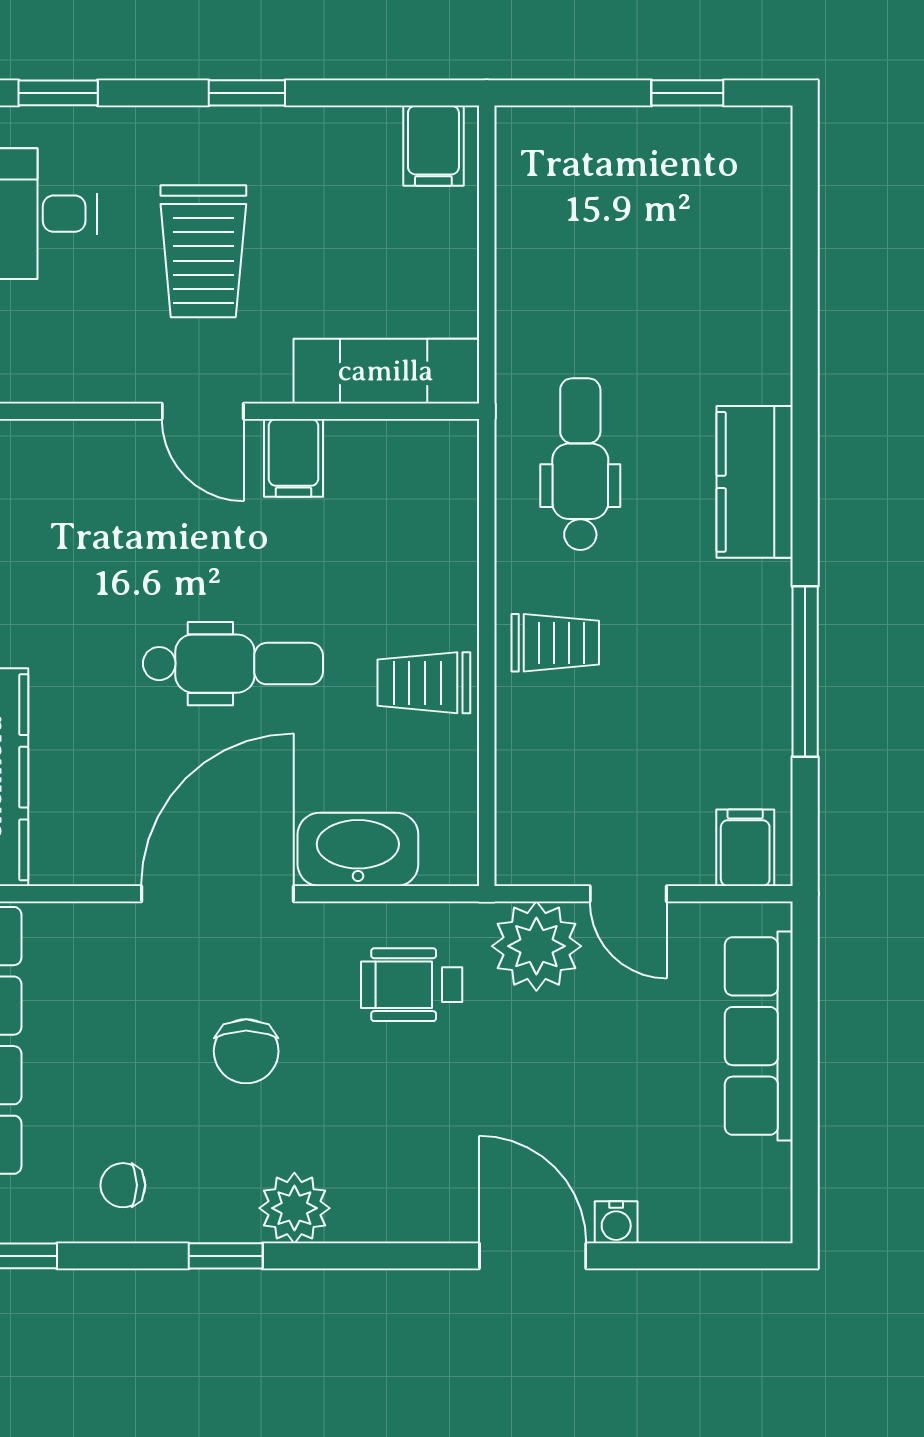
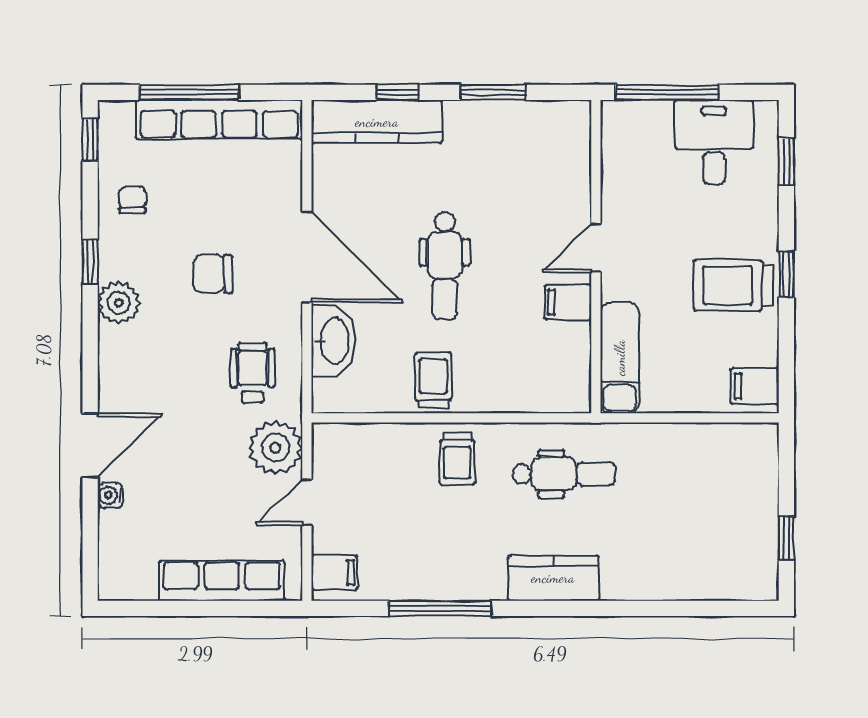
trolley: (203, 251) -> (733, 285), moved

